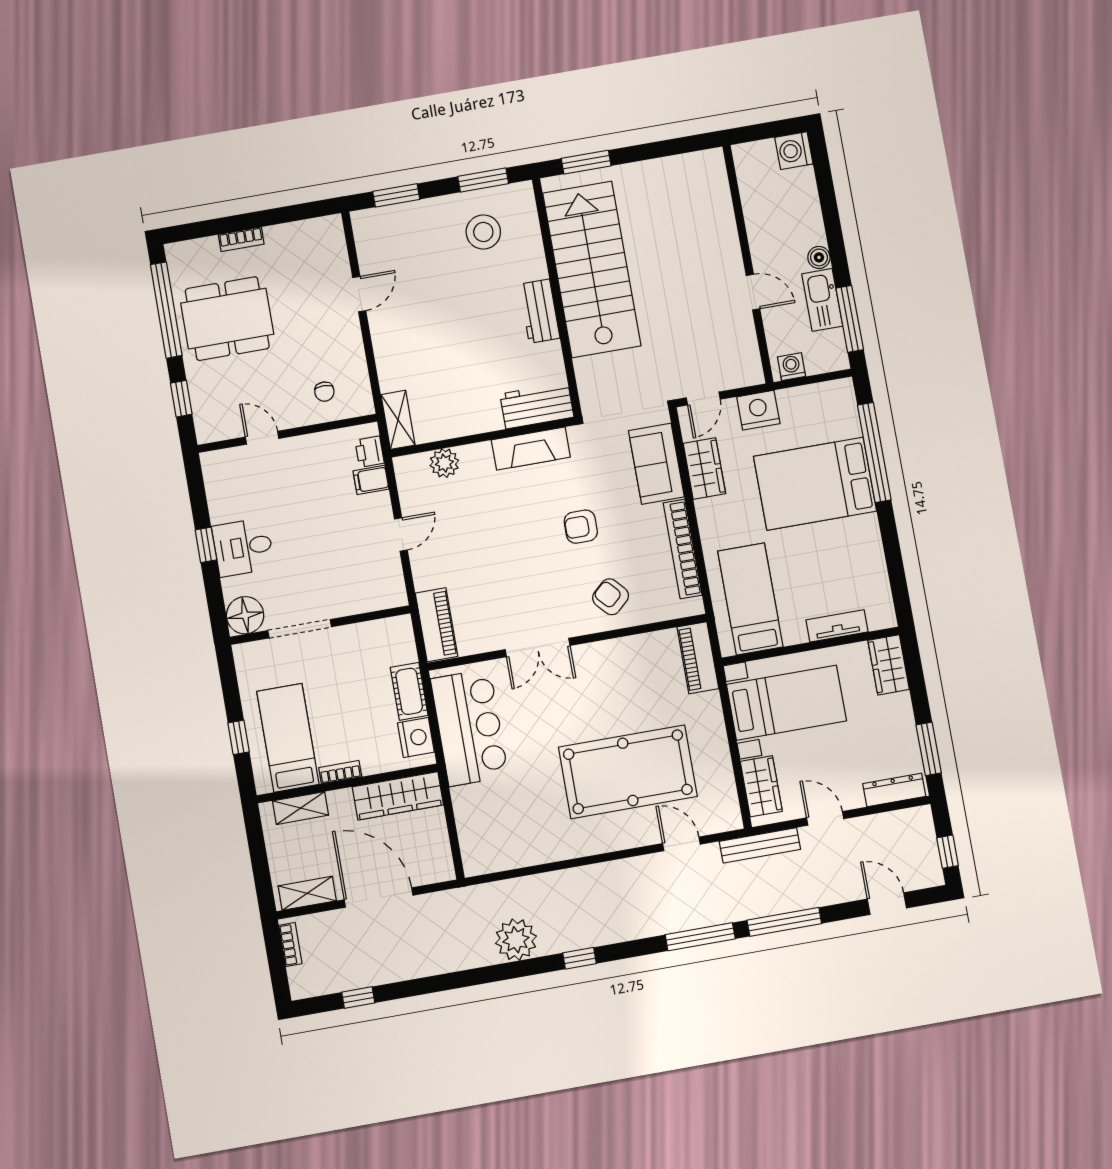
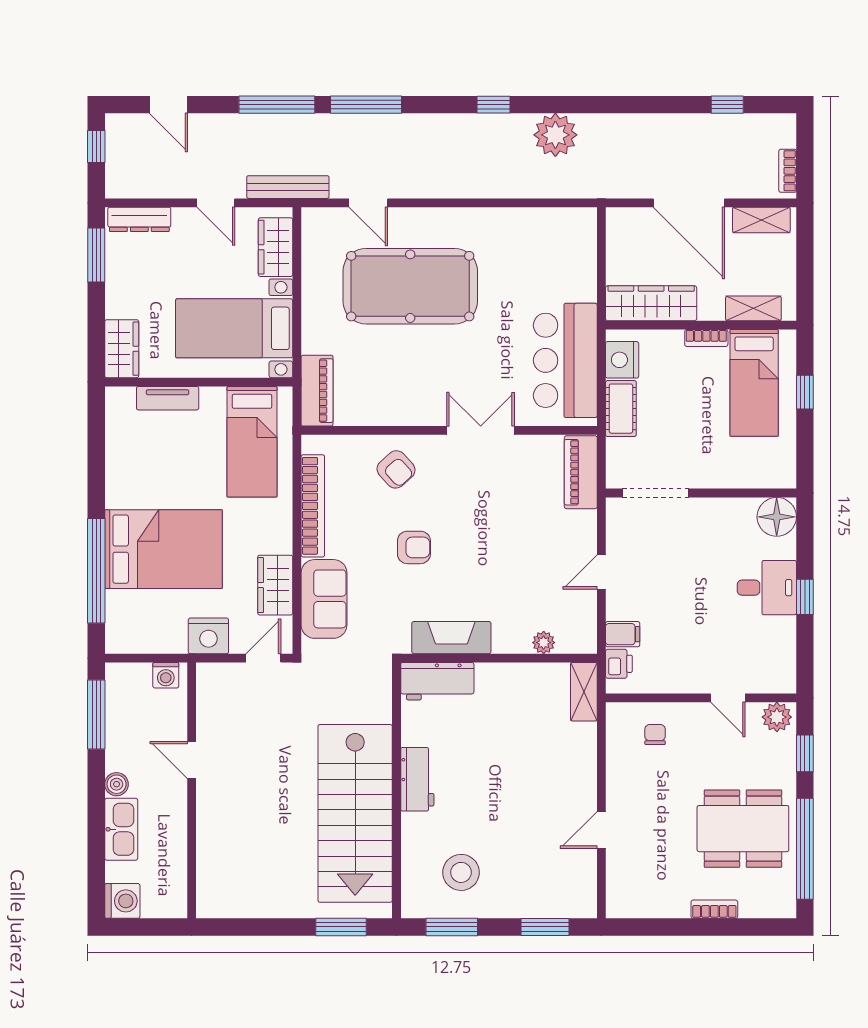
kitchen sink: (822, 300) -> (121, 829), moved
plant: (213, 428) -> (777, 717), added
plant: (444, 463) -> (544, 643), width x0.73, depth x0.73
doorway: (300, 629) -> (656, 493), moved

